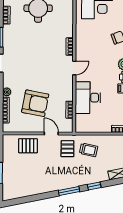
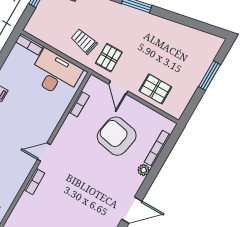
desk: (88, 98) -> (55, 74), moved, turned -90

